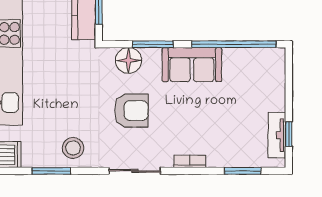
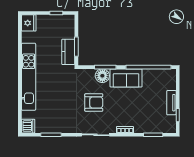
floor lamp: (128, 60) -> (102, 76), moved
tv unit: (277, 135) -> (171, 103), moved
stool: (73, 148) -> (63, 122), removed

